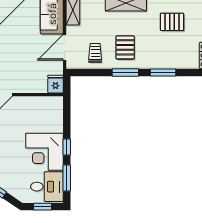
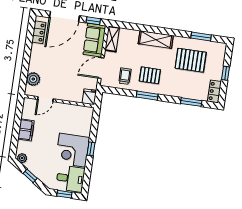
pallet: (172, 22) -> (191, 60), width x1.50, depth x1.42
pallet: (125, 47) -> (150, 75), turned 90
window: (163, 73) -> (191, 102), moved
window: (67, 178) -> (87, 174), removed

